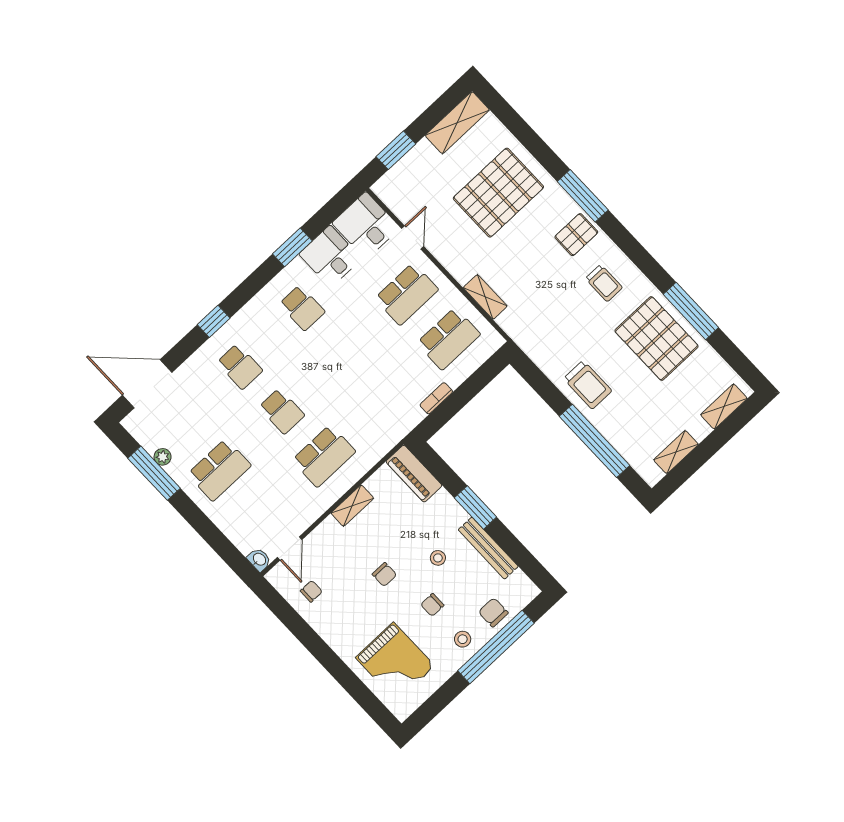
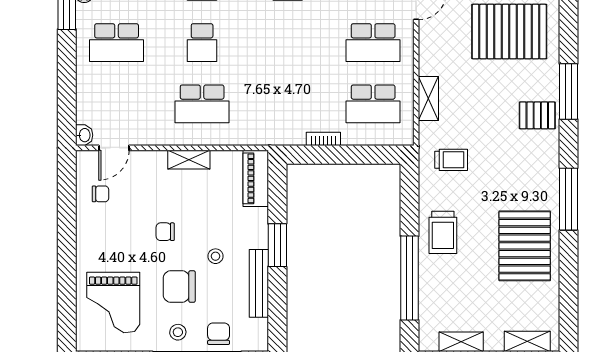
trolley: (604, 283) -> (451, 160), moved, turned -90
window: (691, 311) -> (569, 199), moved
chair: (384, 575) -> (165, 232), turned 90
chair: (432, 605) -> (179, 287), width x1.87, depth x1.87

